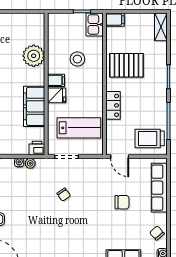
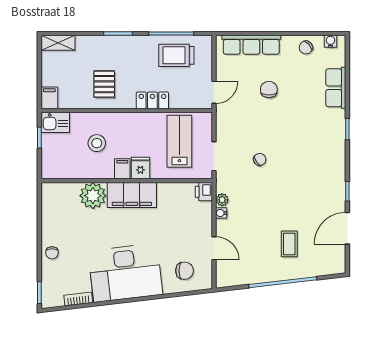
pallet: (126, 65) -> (104, 84), width x0.67, depth x0.71
filing cabinet: (34, 106) -> (132, 195), moved
trolley: (150, 138) -> (176, 55), moved, turned 90

